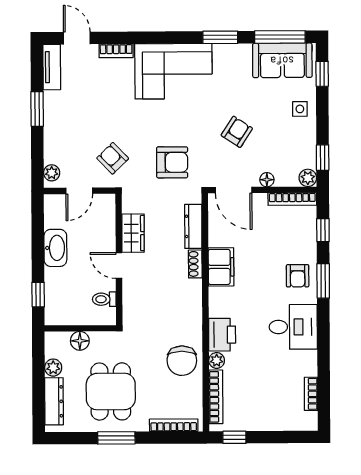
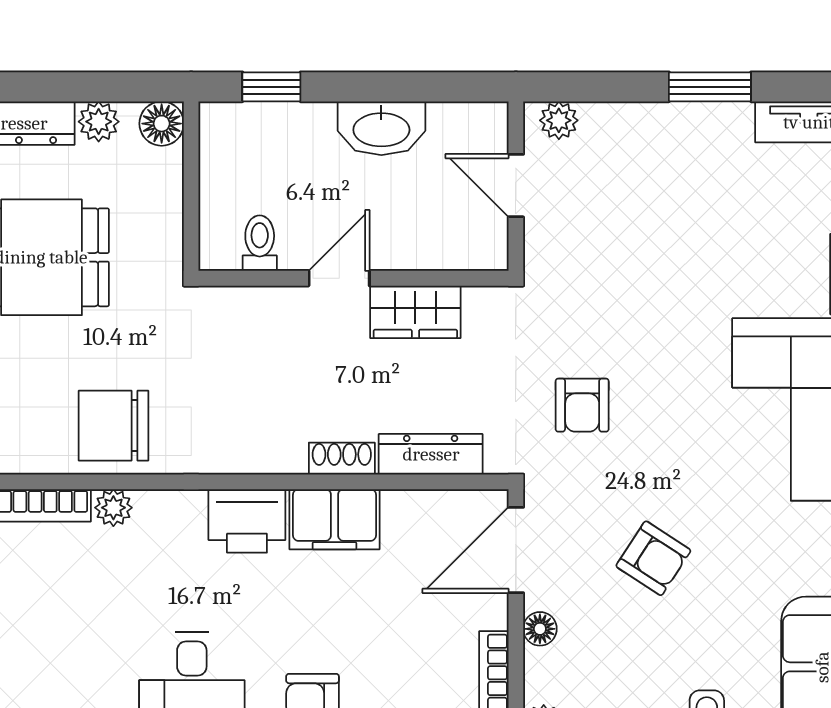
armchair: (113, 158) -> (593, 265), removed
armchair: (172, 162) -> (582, 405), width x0.72, depth x0.72
printer: (222, 335) -> (247, 521), moved
floor lamp: (80, 341) -> (162, 124), moved

